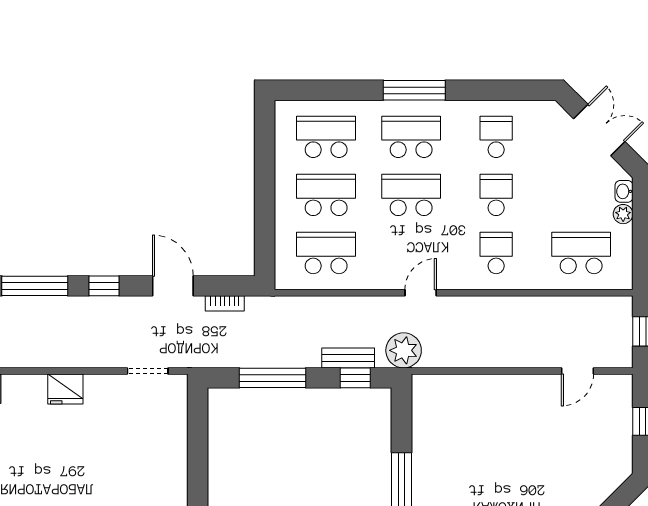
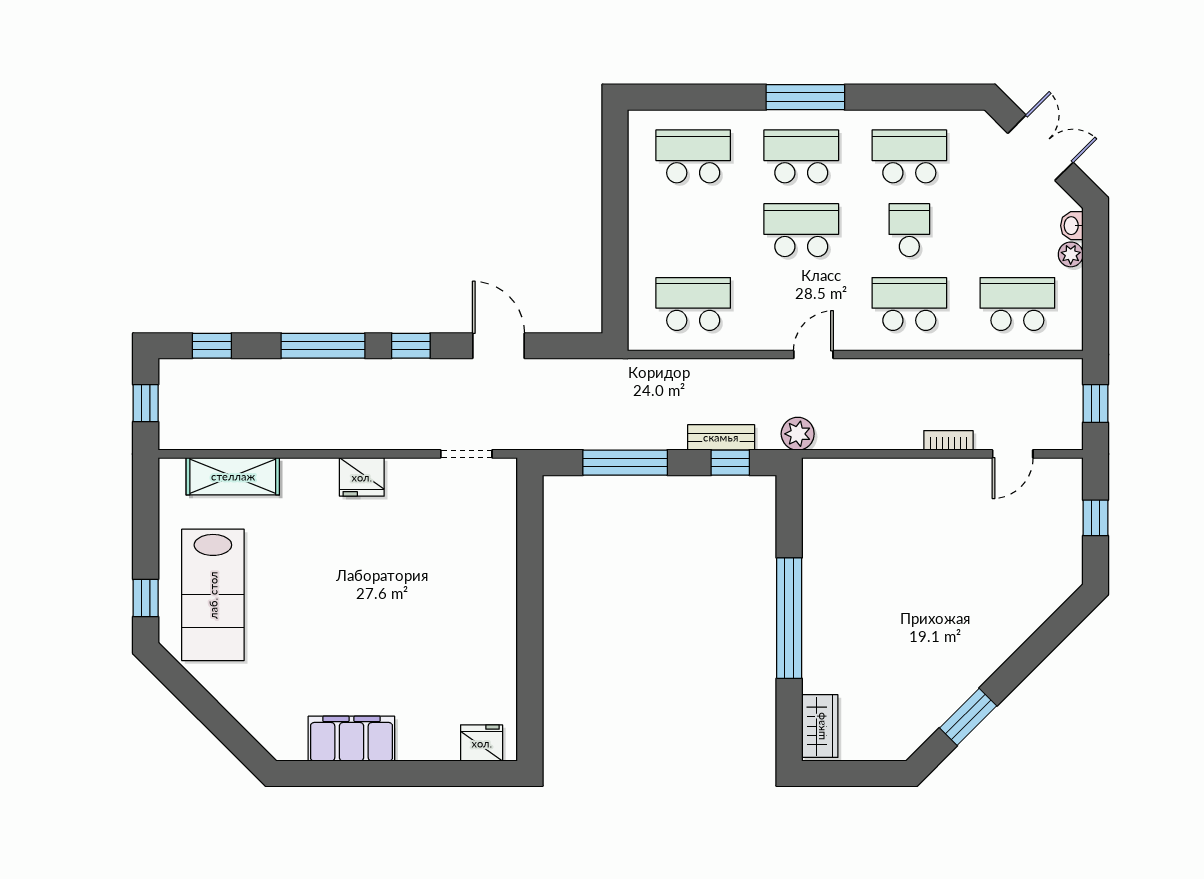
school desk: (496, 137) -> (909, 156), width x1.85
school desk: (326, 195) -> (693, 230), removed
school desk: (496, 253) -> (909, 304), width x1.85
bookcase: (225, 303) -> (948, 440), moved, turned 180
plant: (404, 350) -> (798, 434), width x0.73, depth x0.73

